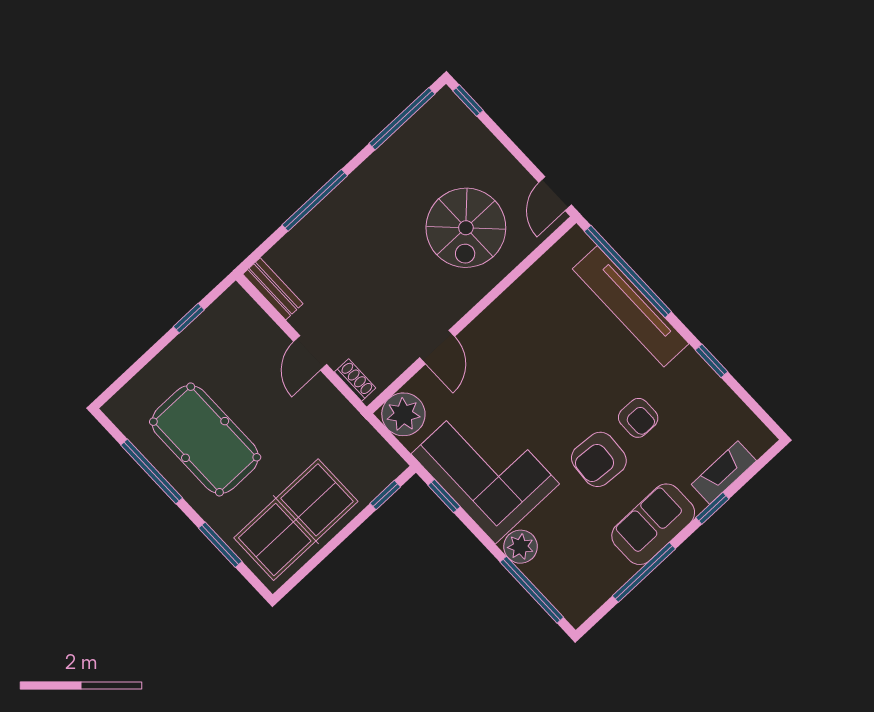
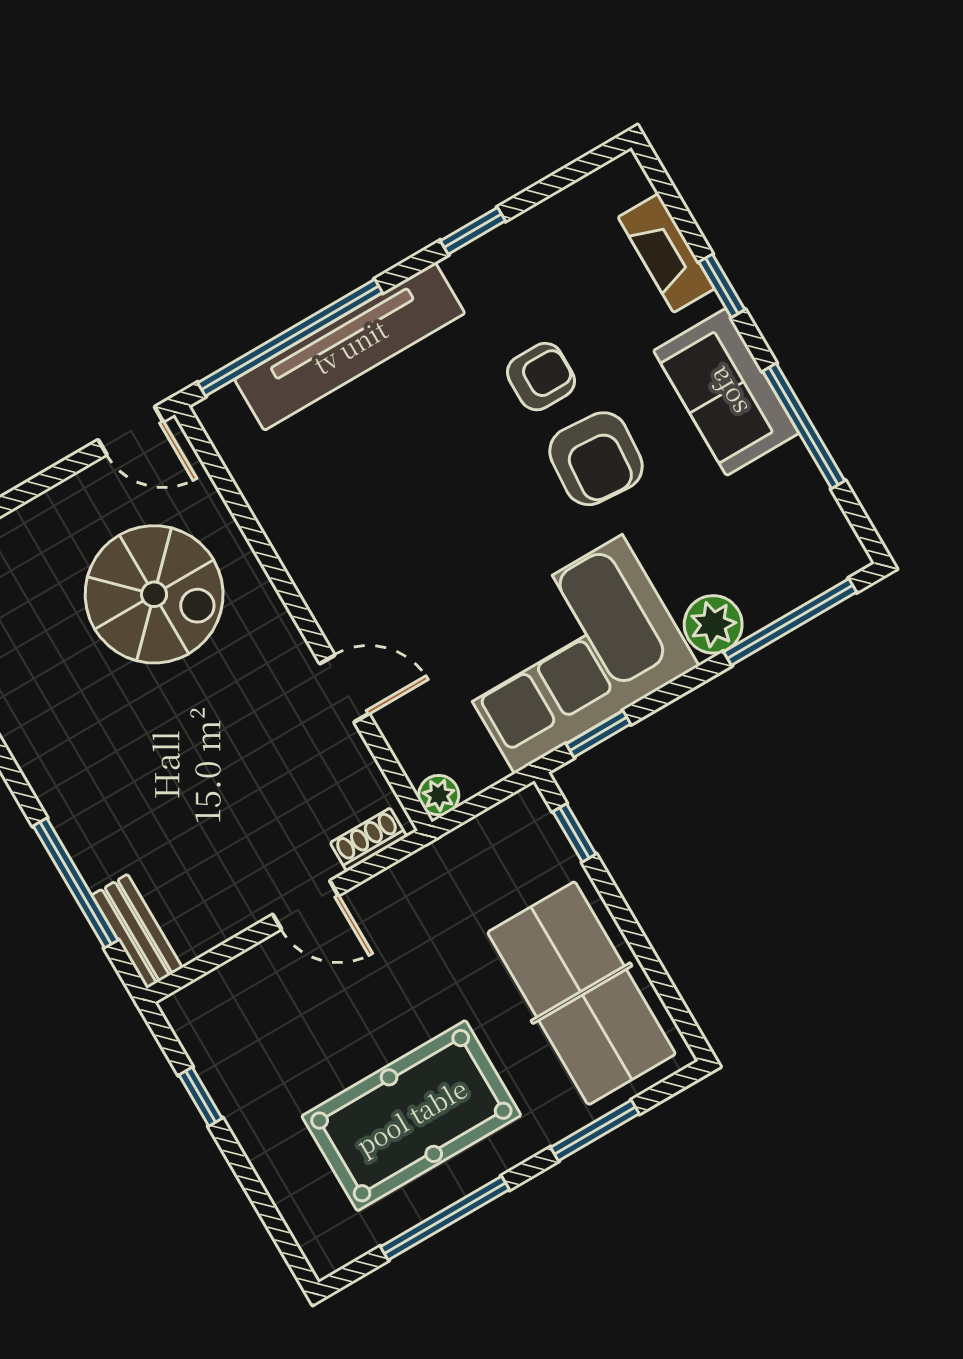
window: (315, 200) -> (76, 883), moved
bench: (273, 289) -> (137, 931), moved, turned 90
plant: (403, 414) -> (439, 795), width x0.53, depth x0.53

